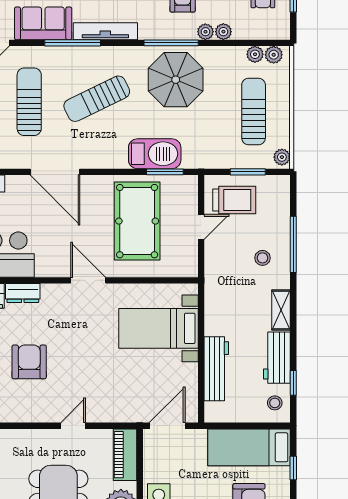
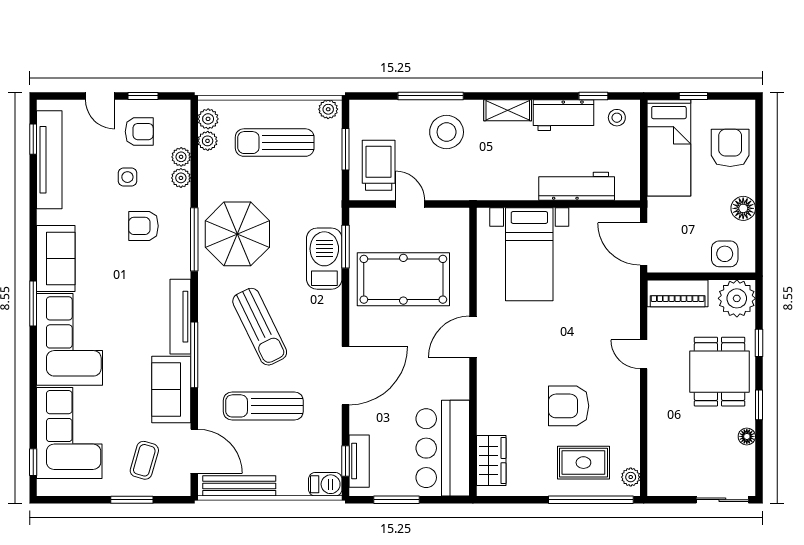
plant: (205, 32) -> (181, 157), moved
stool: (263, 258) -> (447, 132), width x1.89, depth x1.89
dresser: (23, 293) -> (488, 413), removed

